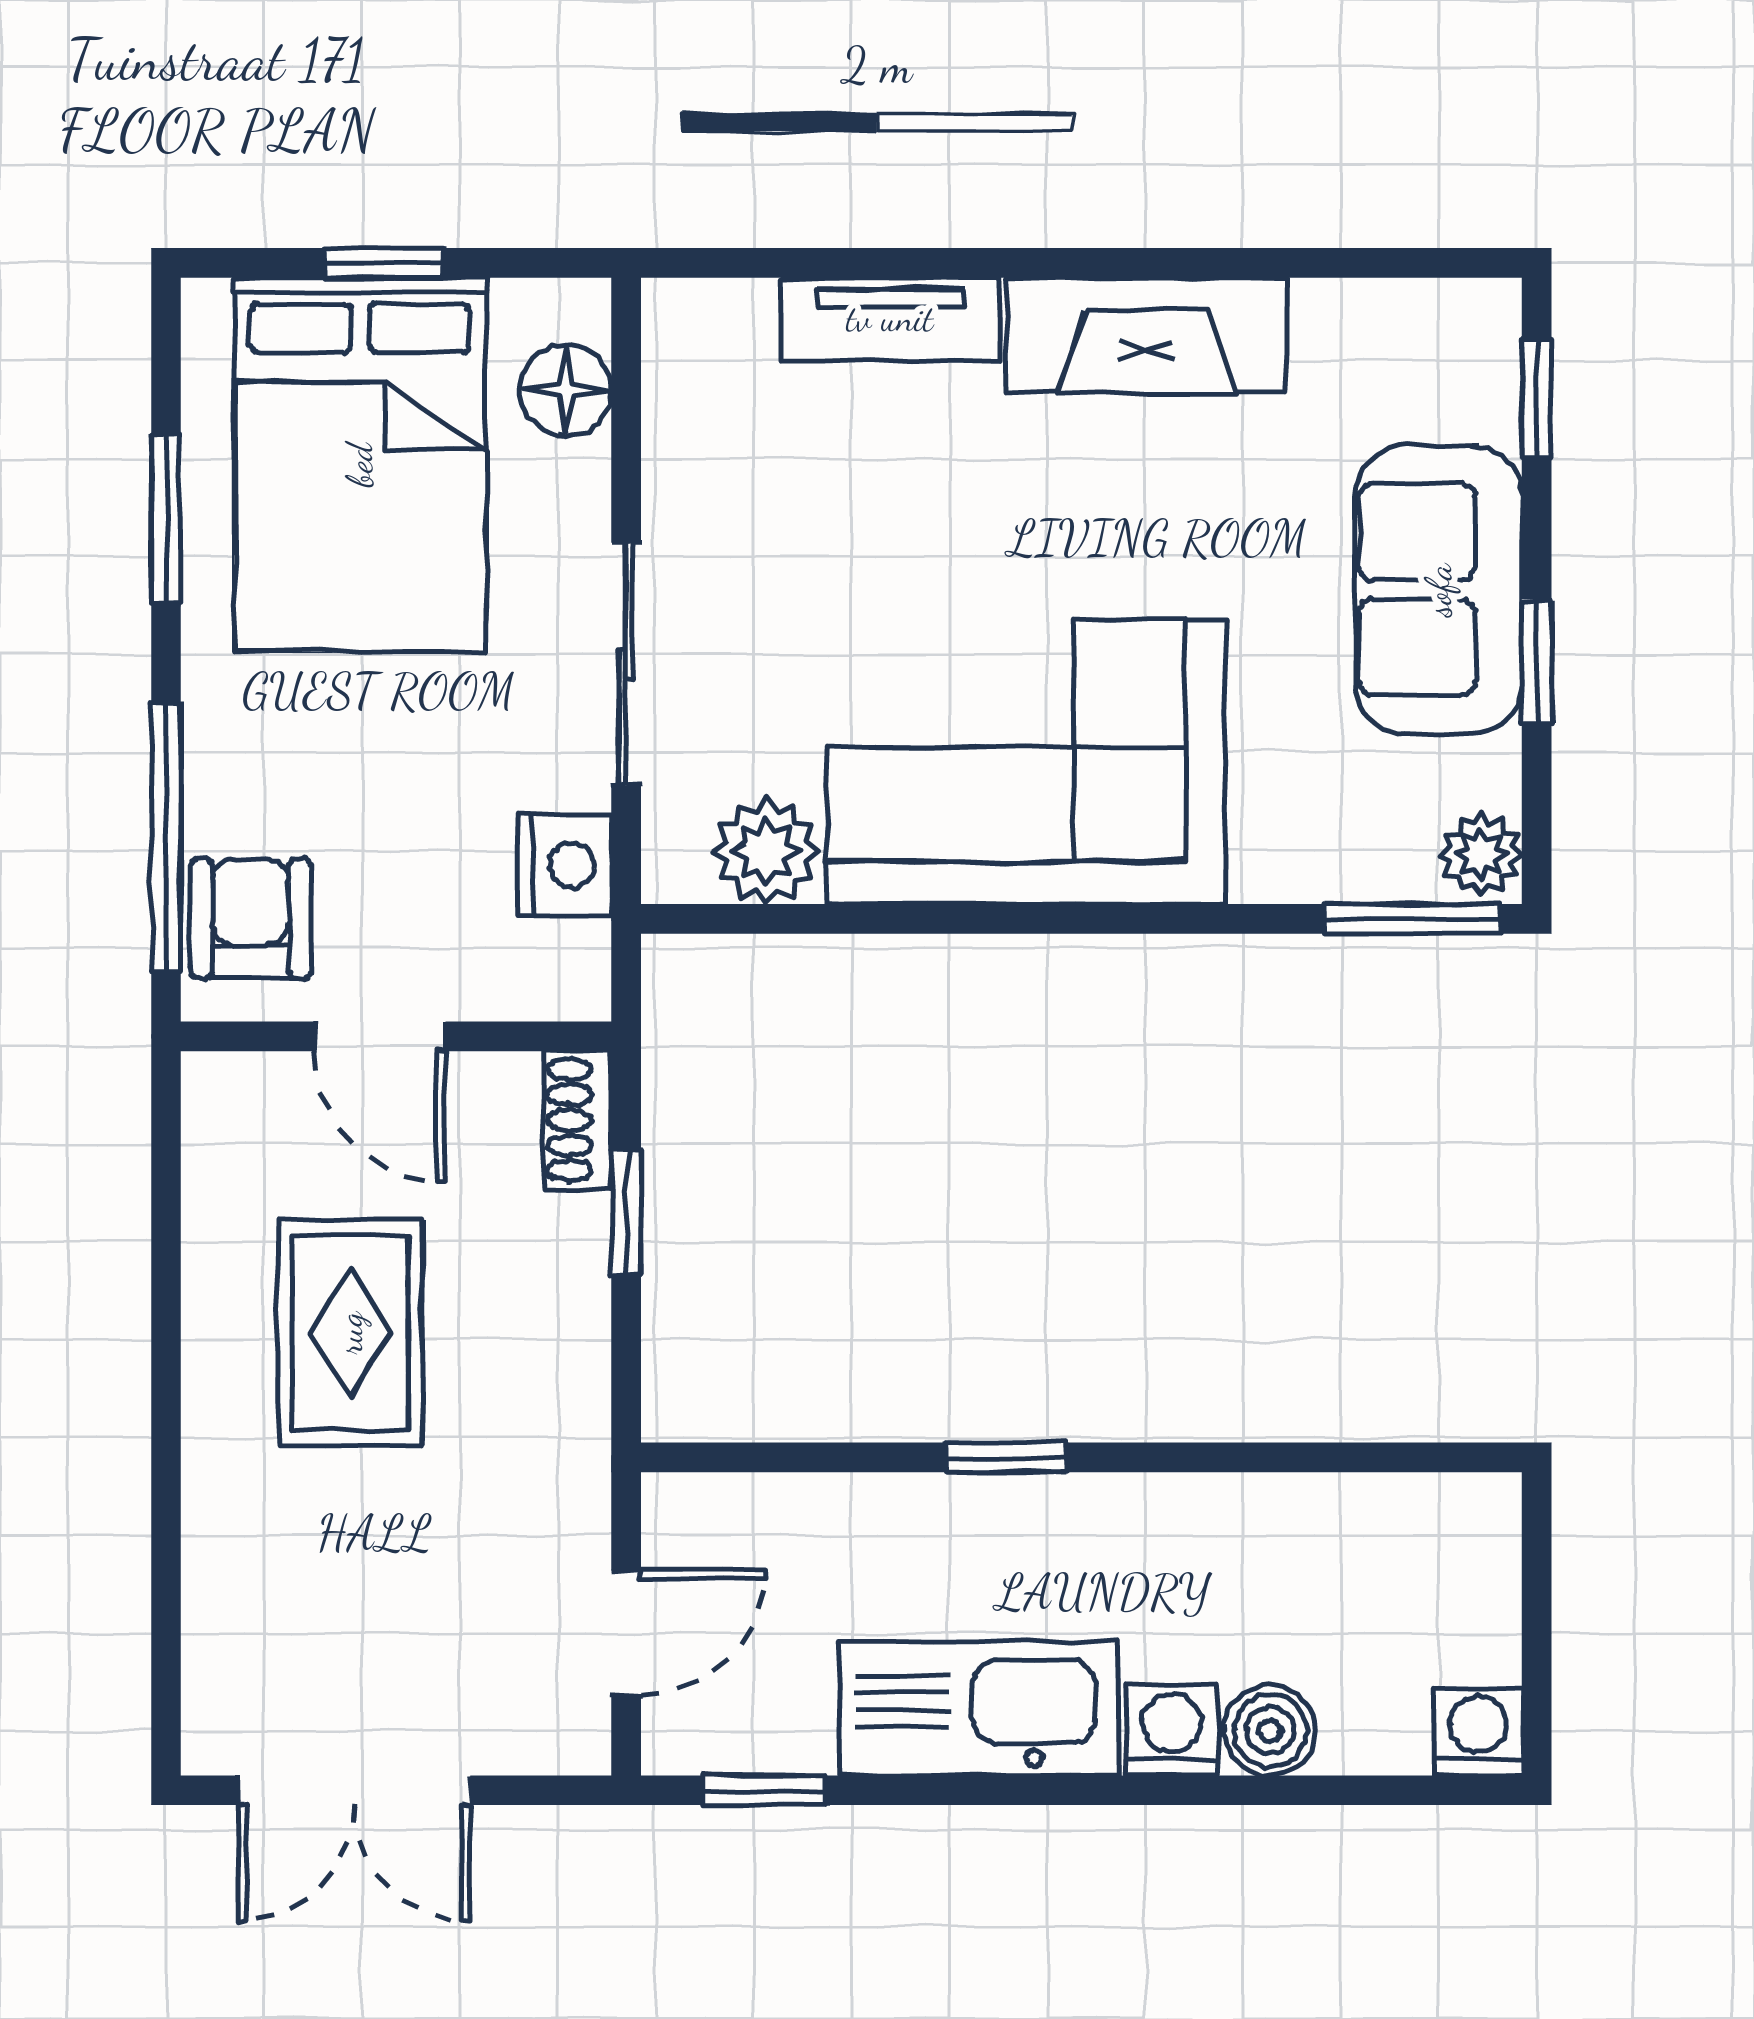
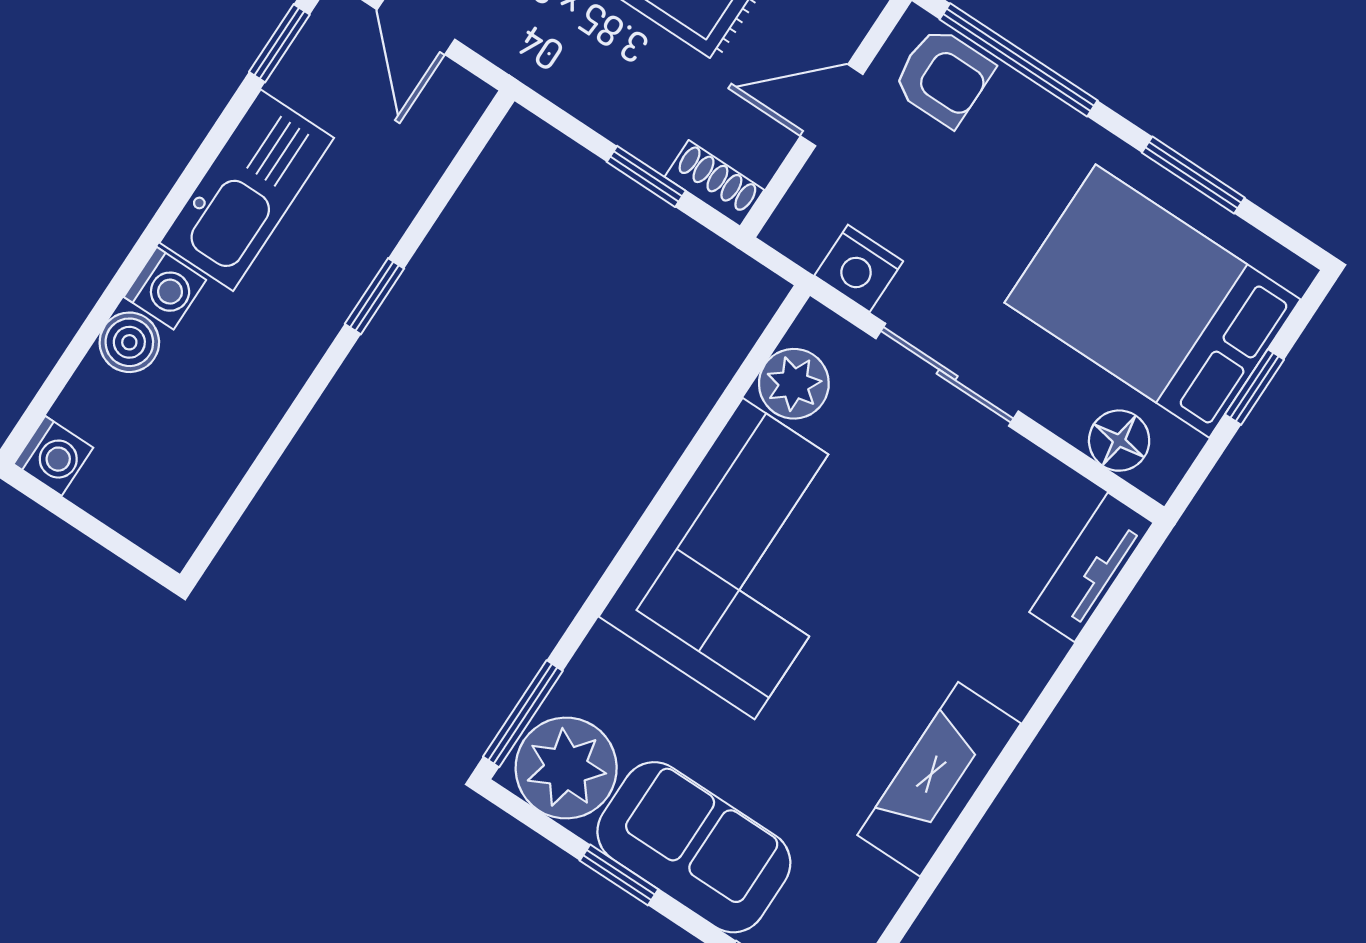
tv unit: (890, 319) -> (1091, 567), moved
plant: (1481, 854) -> (566, 768), width x1.88, depth x1.88

